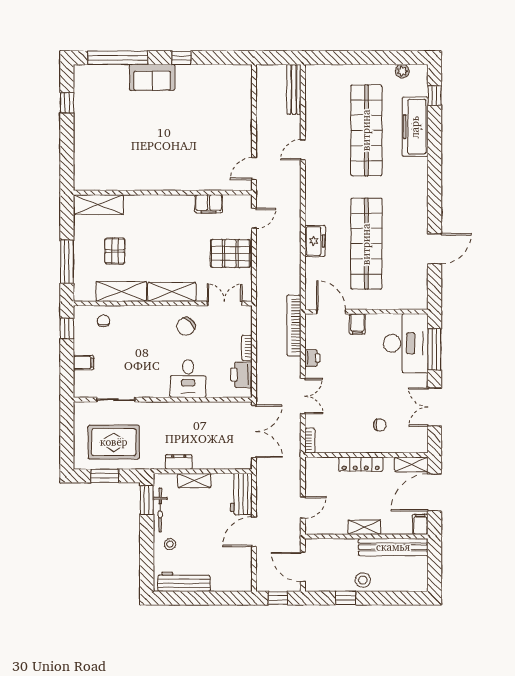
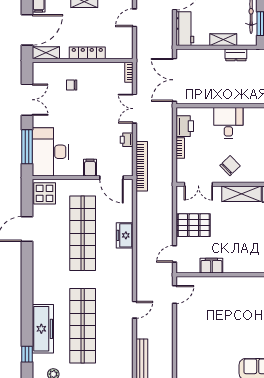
display table: (413, 292) -> (45, 193), added

